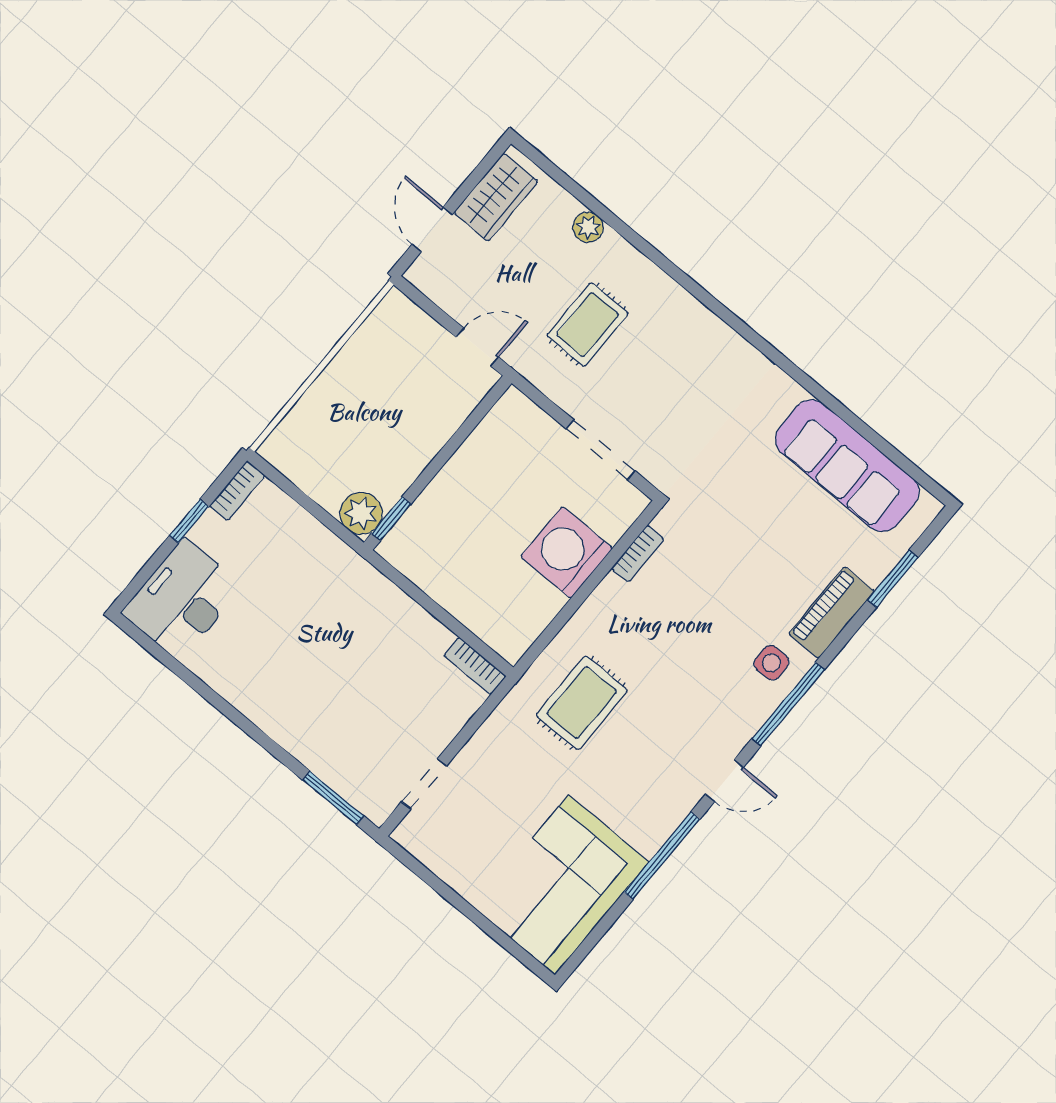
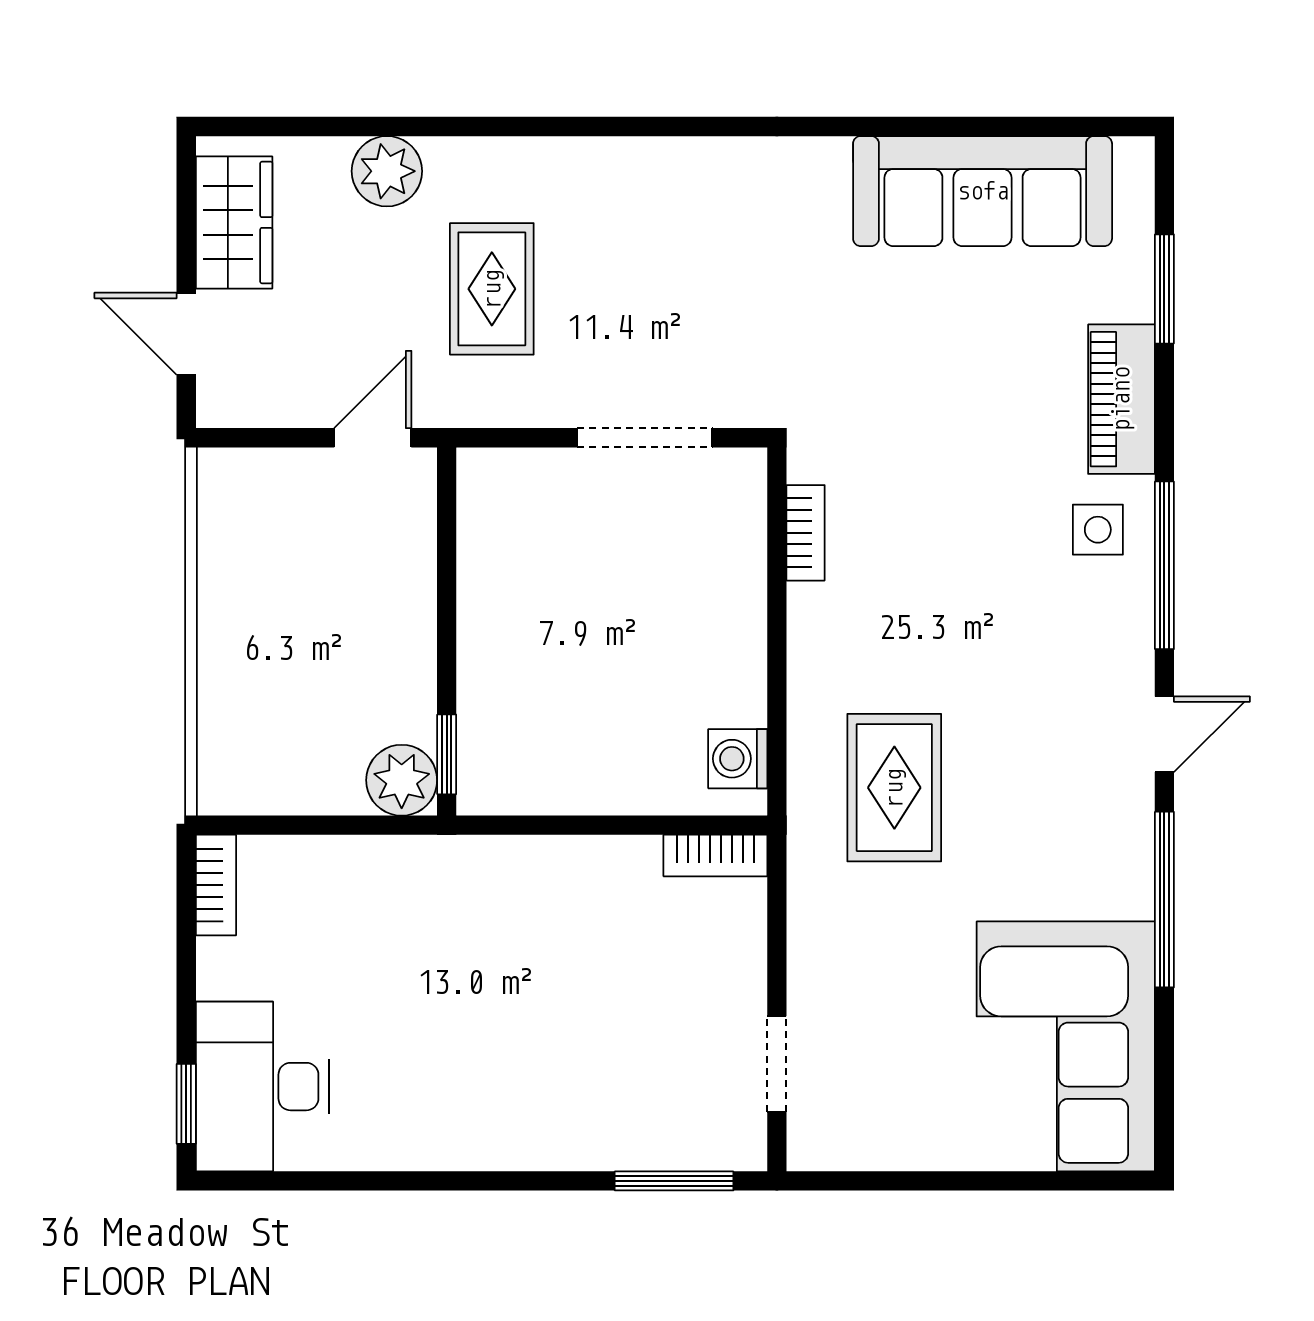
plant: (588, 227) -> (387, 171), width x1.38, depth x1.38
window: (189, 521) -> (186, 1104), moved
washing machine: (567, 552) -> (738, 759), moved, width x0.53, depth x0.53

